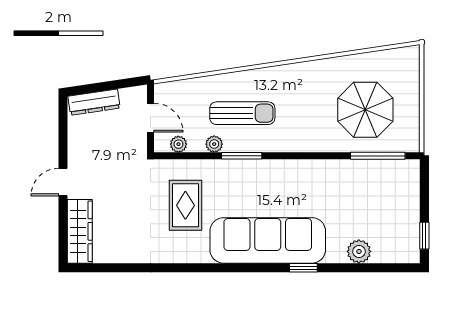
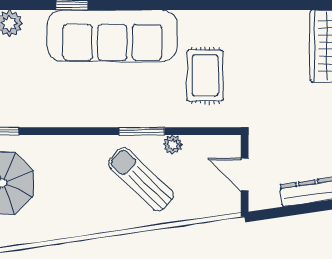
sun lounger: (242, 113) -> (141, 179), turned 44
plant: (178, 144) -> (213, 144), removed

